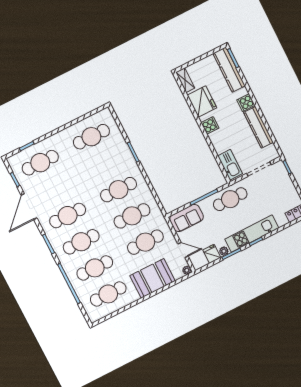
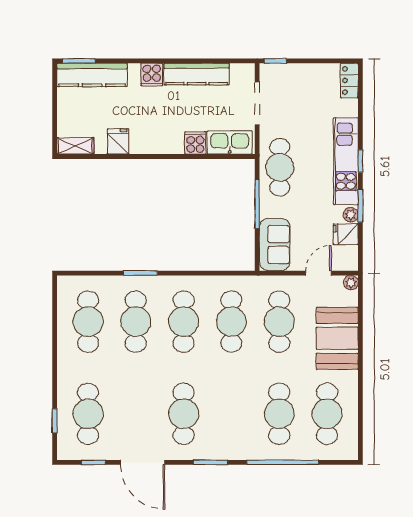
fridge: (202, 102) -> (118, 142), width x0.53, depth x0.75
cooker: (210, 125) -> (195, 143), moved
cafe table: (81, 242) -> (136, 322), moved

